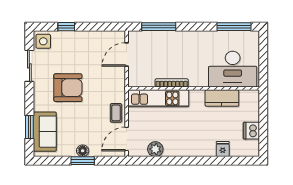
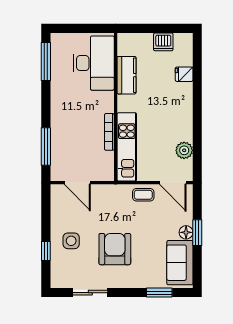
side table: (43, 41) -> (71, 241), moved
sofa: (45, 132) -> (180, 263), moved, turned -90

